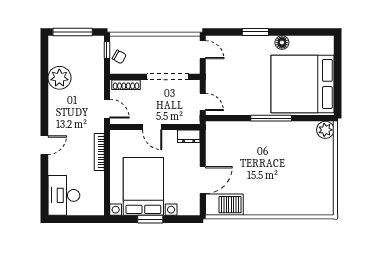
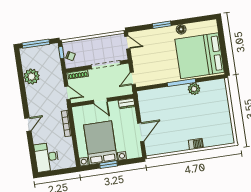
door: (203, 102) -> (133, 78), swing flipped
plant: (325, 130) -> (194, 89), moved
barbecue: (224, 205) -> (196, 144), moved, width x0.53, depth x0.65

